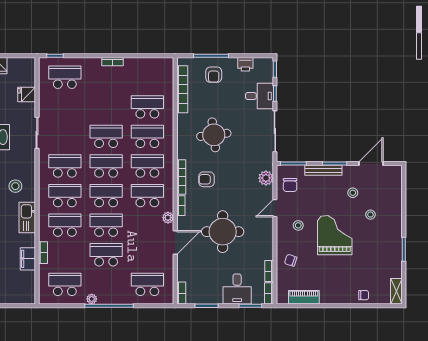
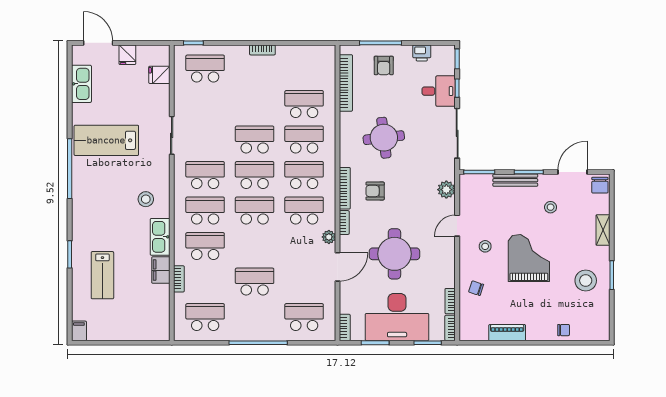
fridge: (27, 95) -> (159, 75), moved
chair: (290, 185) -> (600, 185), moved
stool: (370, 215) -> (586, 281), moved, width x1.89, depth x1.89
school desk: (106, 225) -> (255, 246), removed
filing cabinet: (28, 259) -> (161, 270), moved
desk: (237, 289) -> (397, 317), width x1.87, depth x1.30
shelving: (396, 291) -> (603, 230), moved
piano: (304, 297) -> (507, 333), moved
plant: (92, 299) -> (237, 335), removed

